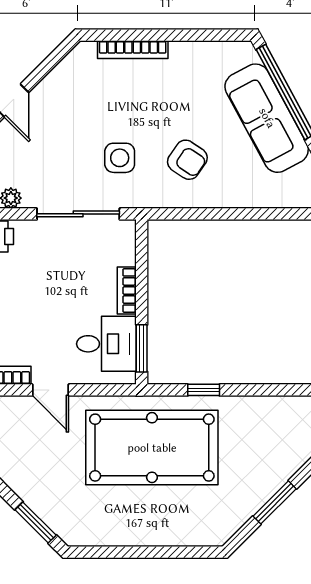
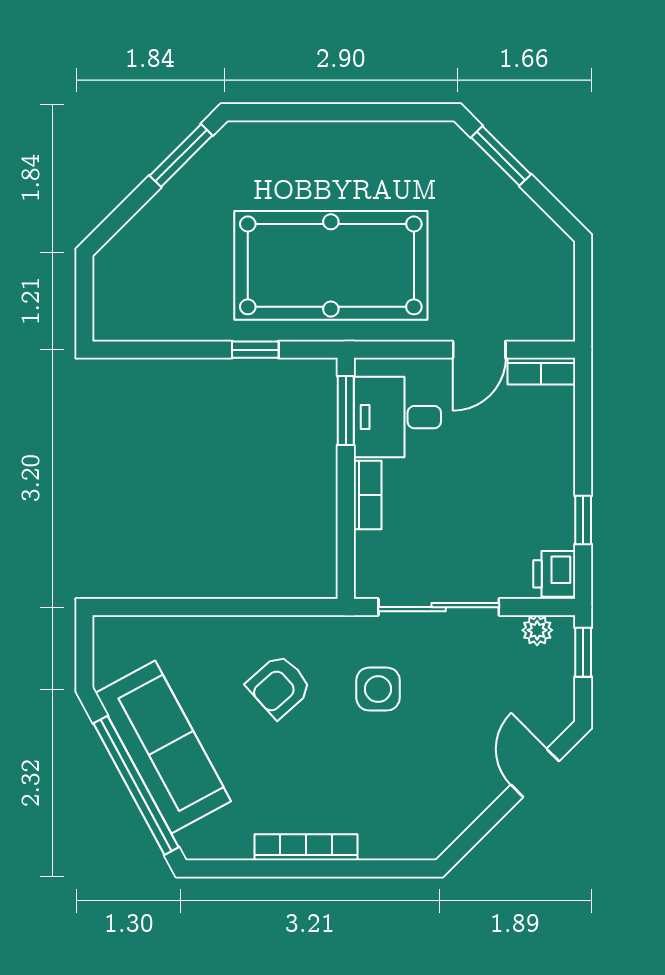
bookcase: (133, 50) -> (306, 847), moved
armchair: (187, 160) -> (279, 686), turned -76
door: (51, 390) -> (479, 350), swing flipped
window: (275, 502) -> (181, 156), moved

